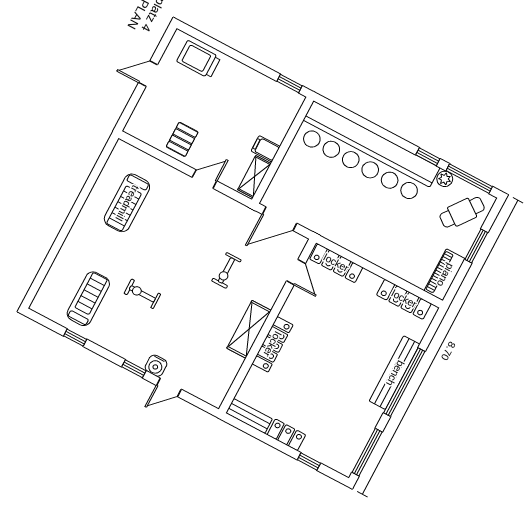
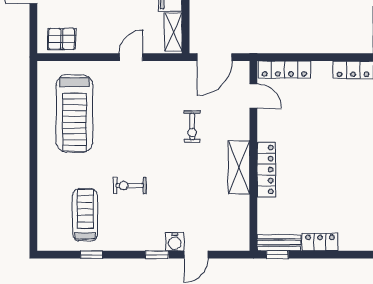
pallet: (182, 139) -> (62, 39), moved, turned 90
treadmill: (127, 203) -> (74, 113), width x1.37, depth x1.38
window: (309, 462) -> (277, 255), moved

